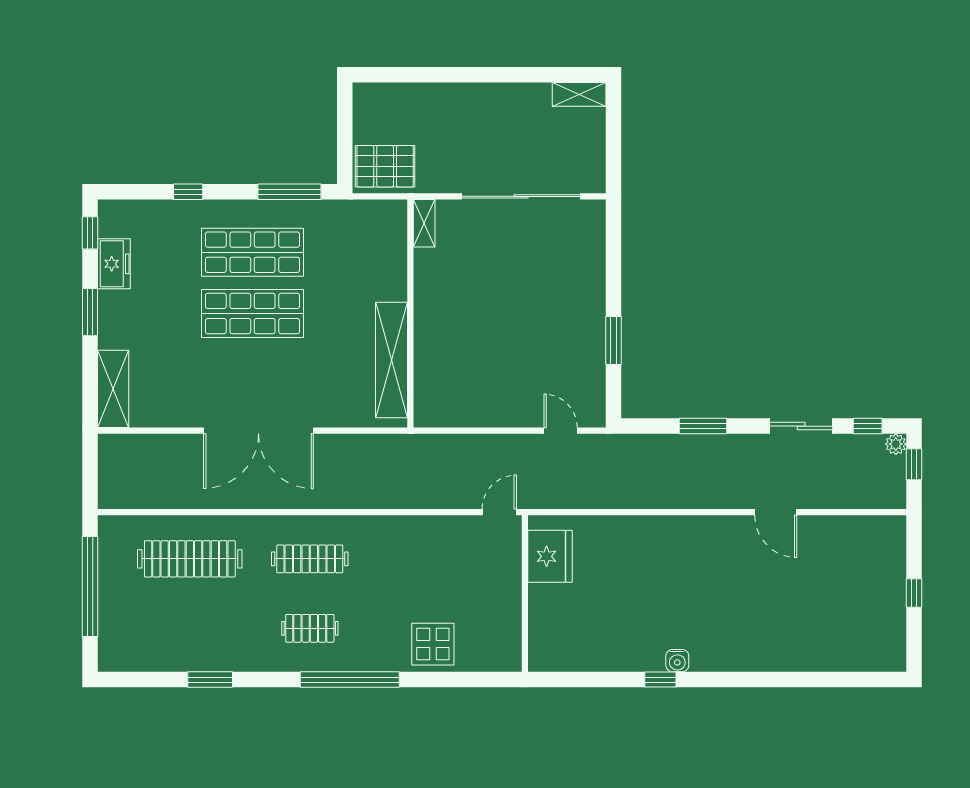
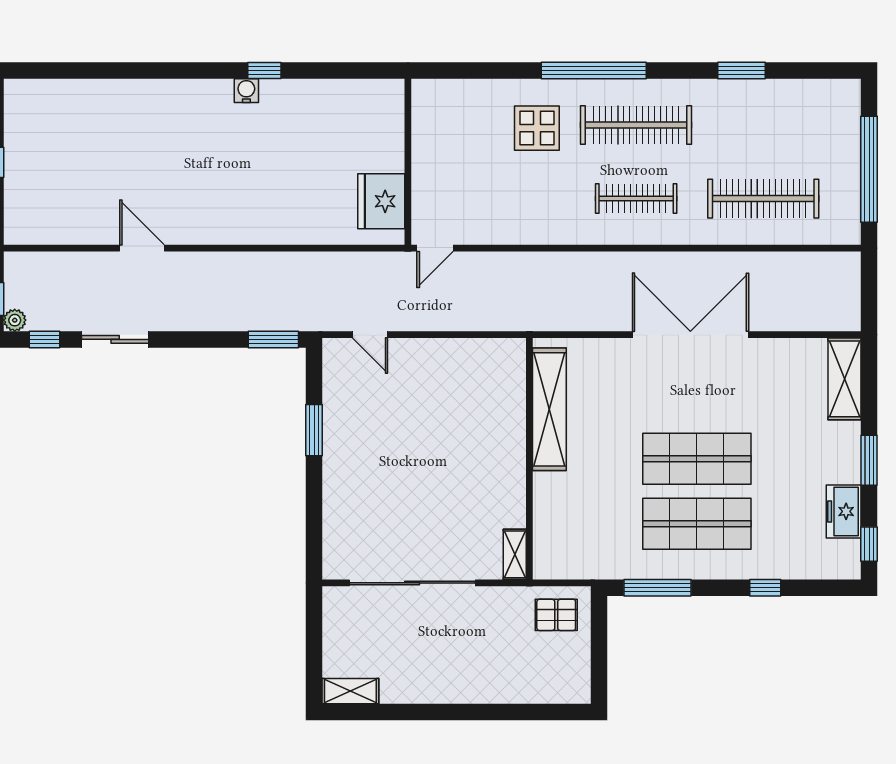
pallet: (385, 166) -> (556, 615), width x0.67, depth x0.71
window: (703, 426) -> (273, 339), moved
clothes rail: (310, 628) -> (636, 125), width x1.86, depth x1.31
display table: (433, 644) -> (537, 128), moved

